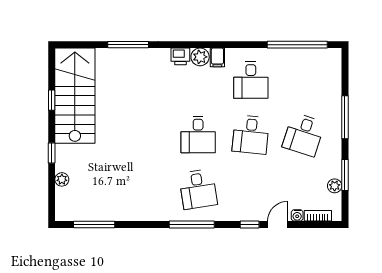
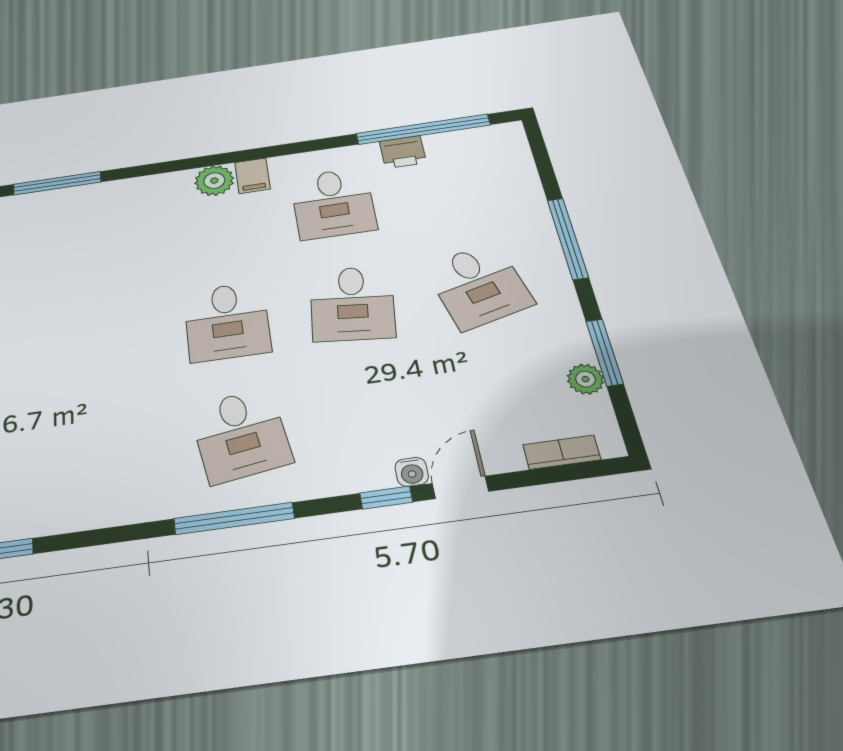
printer: (180, 56) -> (403, 152), moved
desk: (304, 135) -> (479, 285), turned -33
water cooler: (297, 215) -> (412, 472), moved

